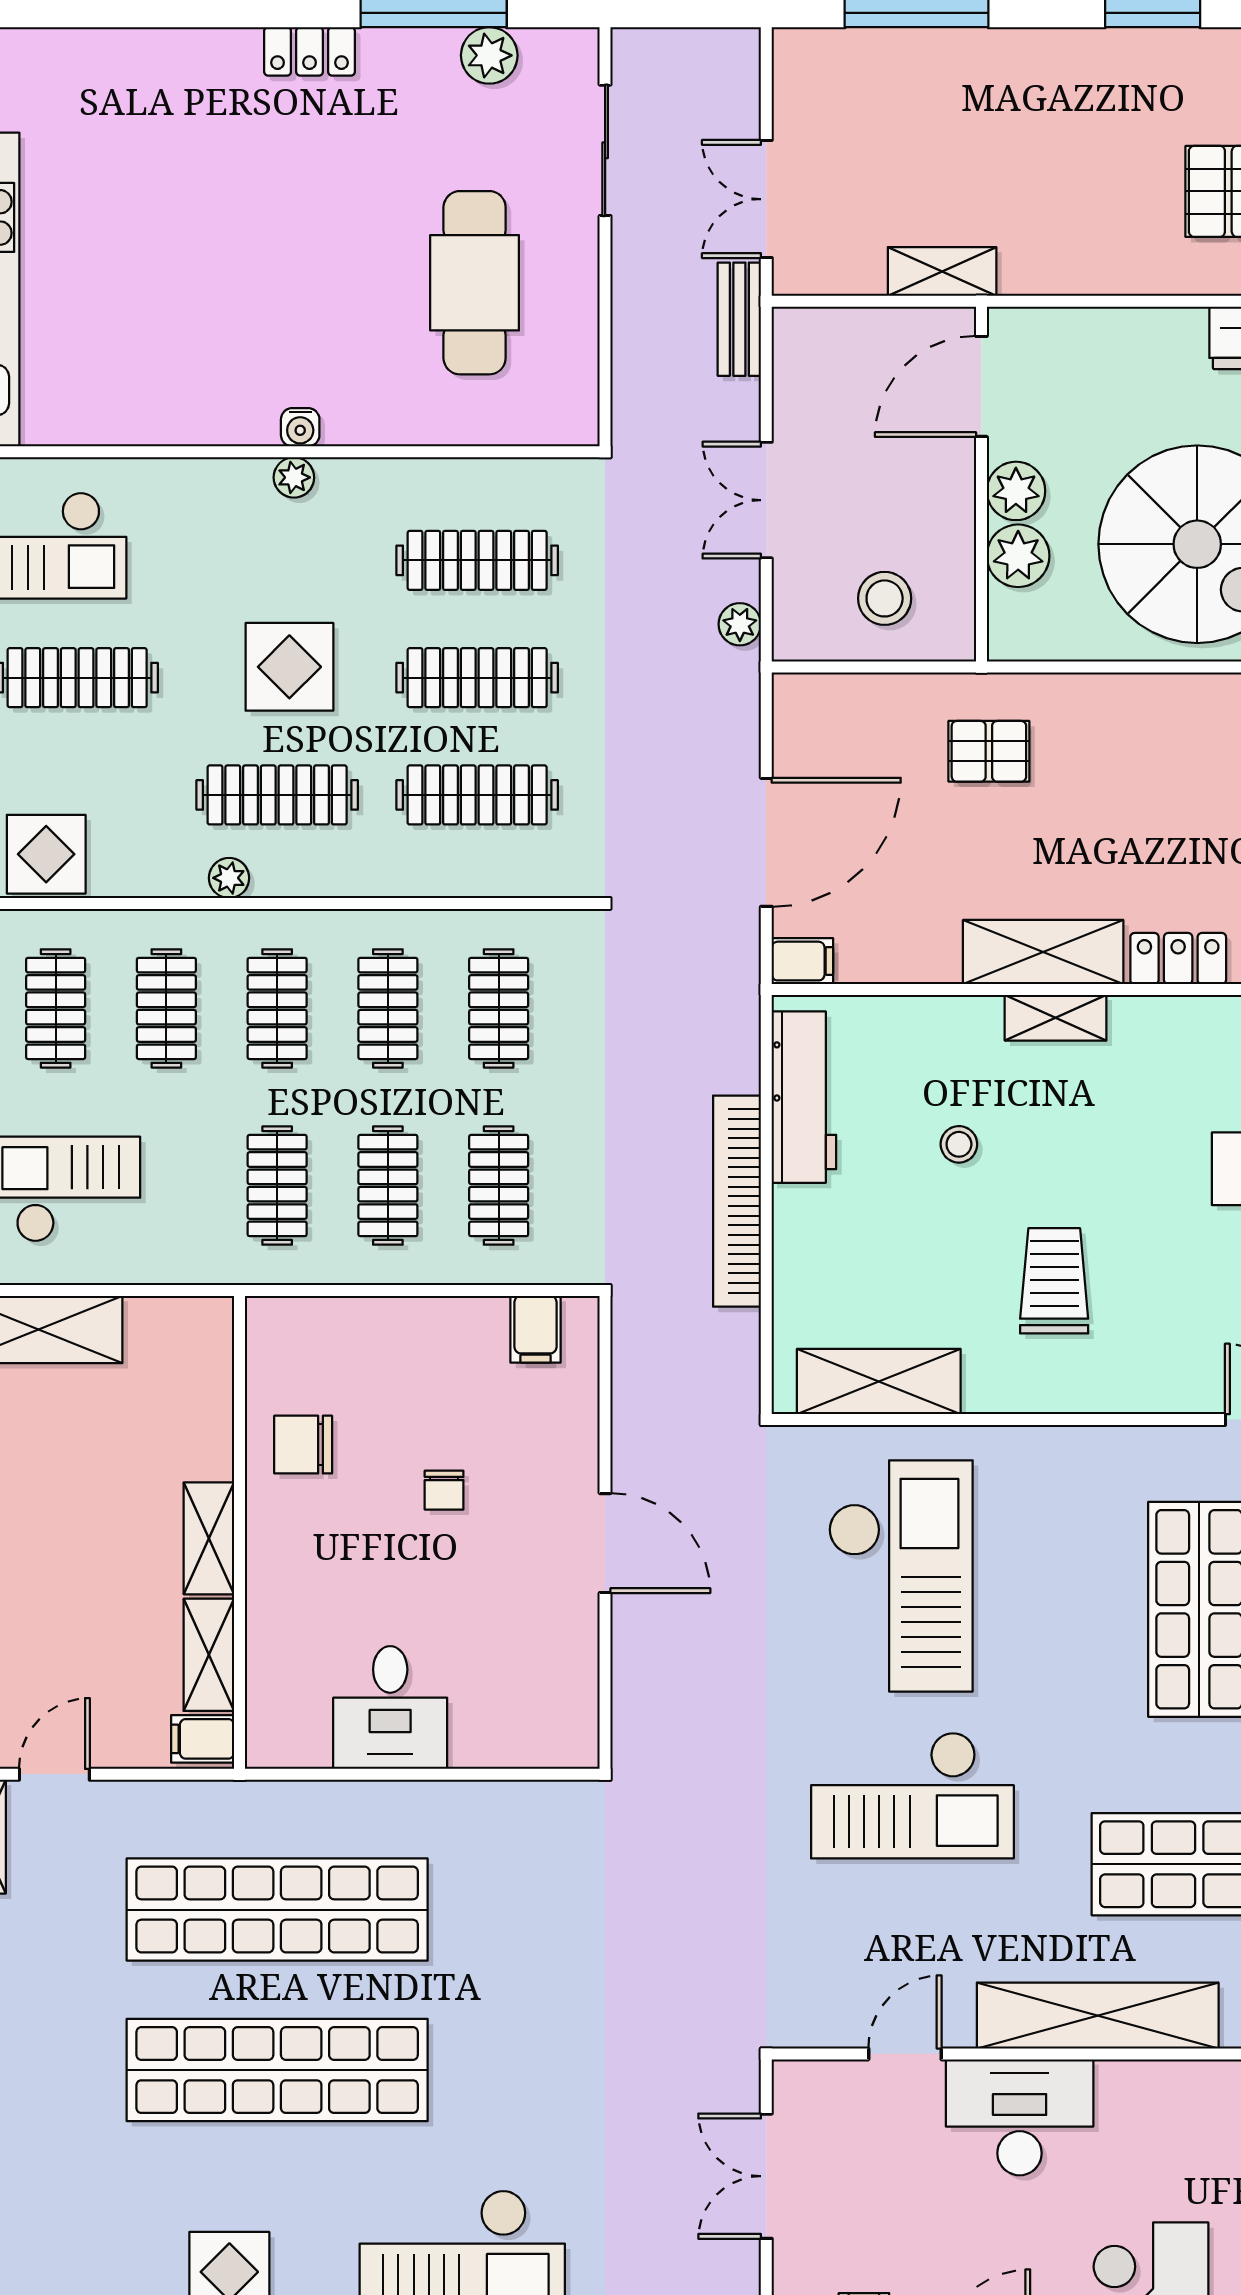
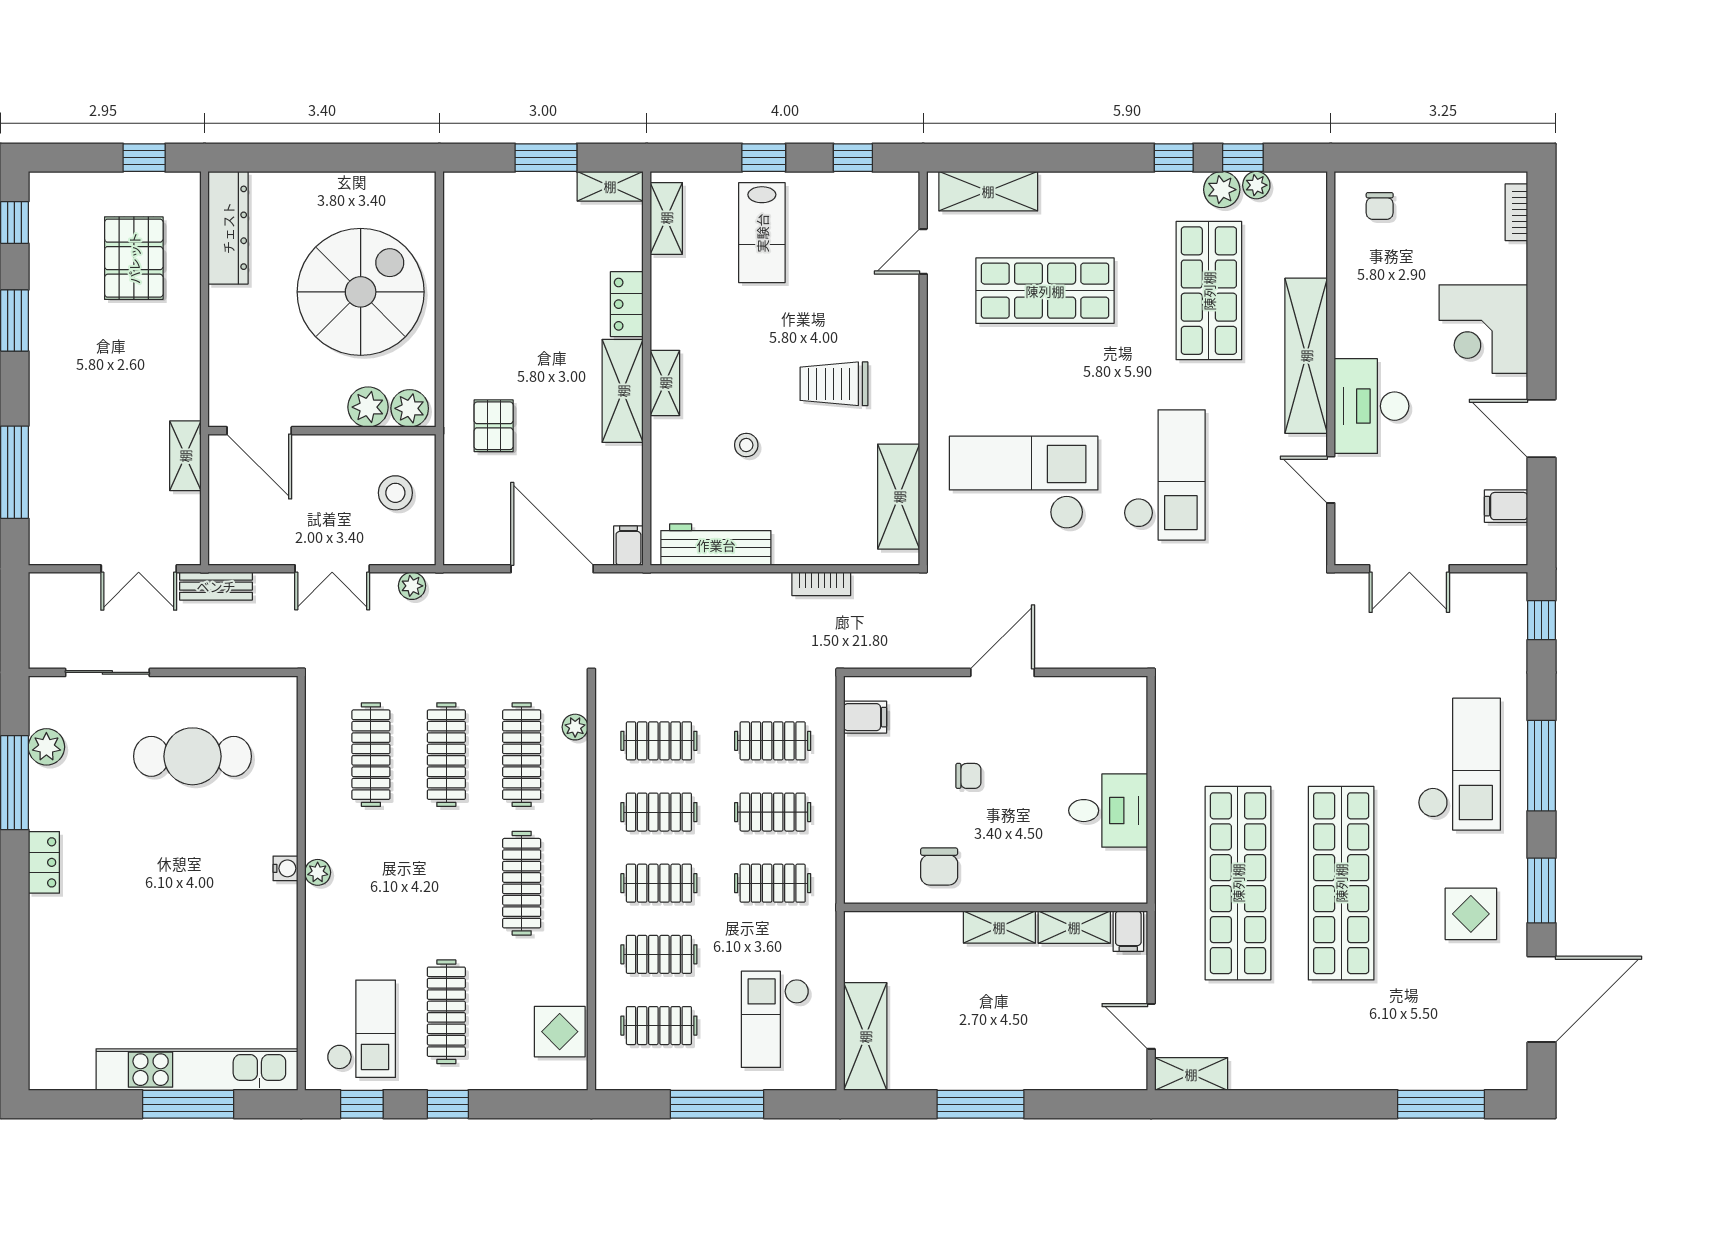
plant: (1016, 491) -> (410, 408), moved
display table: (289, 667) -> (439, 875), removed
plant: (229, 878) -> (575, 727), moved
bookcase: (737, 1201) -> (821, 584), width x0.43, depth x0.76

